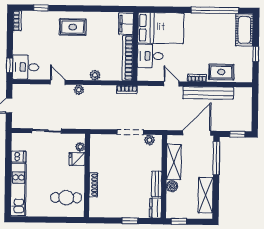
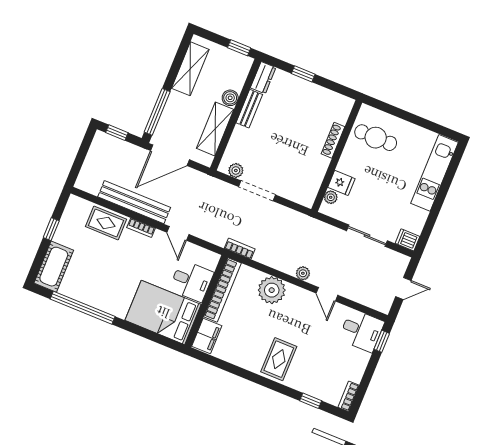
rug: (73, 27) -> (279, 359), turned 90
plant: (95, 75) -> (272, 290), width x1.87, depth x1.87
dishwasher: (19, 157) -> (407, 240), moved

